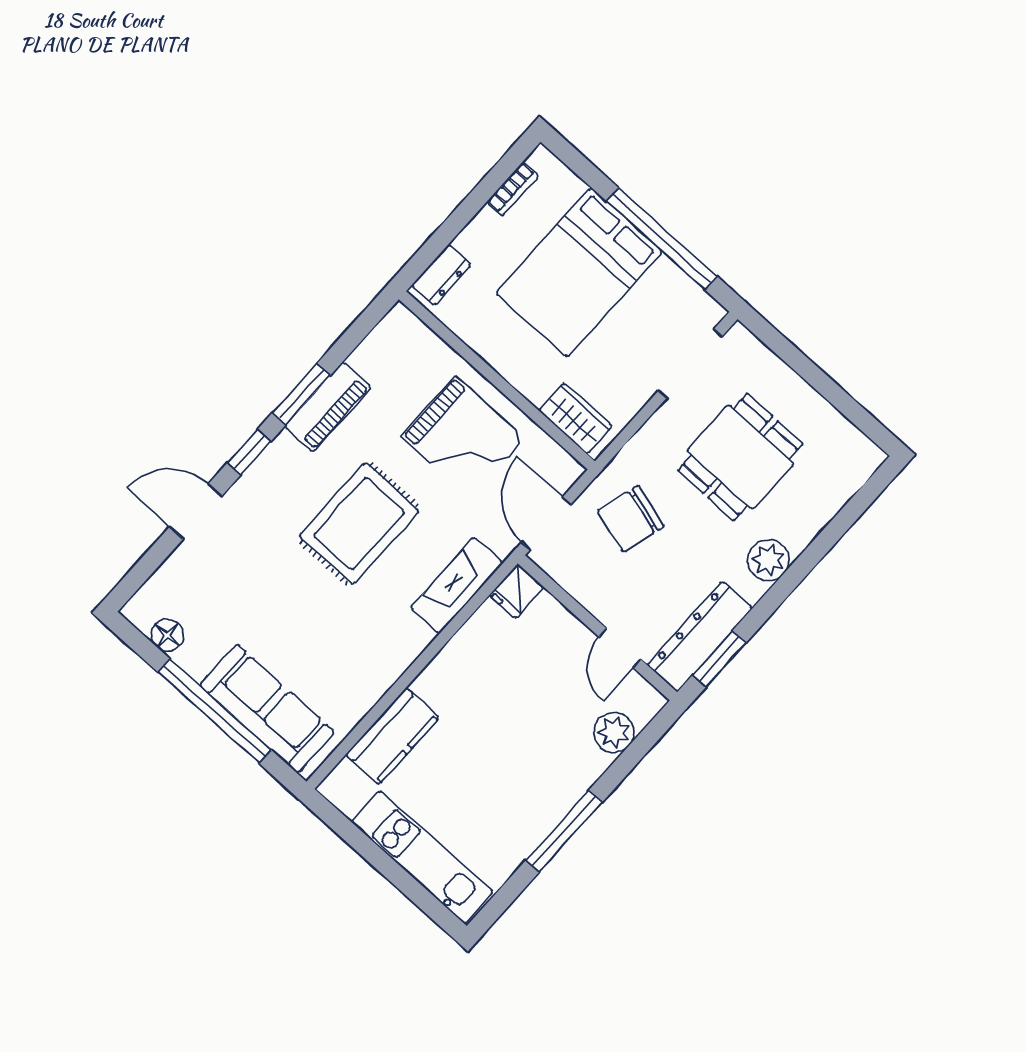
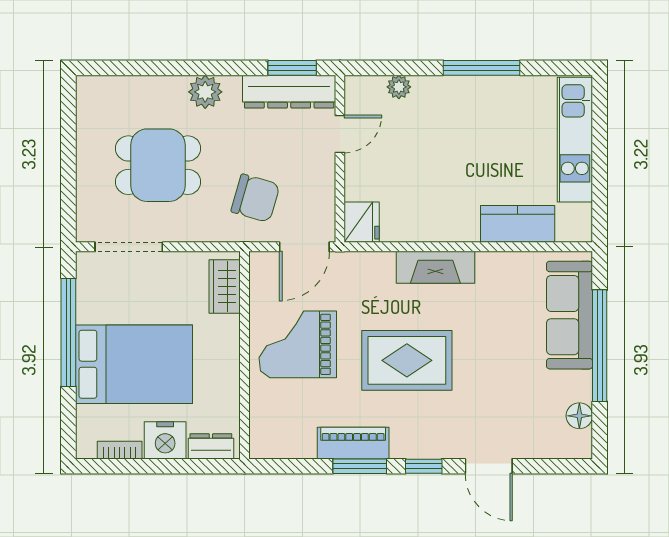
nightstand: (484, 238) -> (165, 440), added
grand piano: (463, 437) -> (298, 344), turned -90
fireplace: (457, 585) -> (435, 267), moved
fridge: (517, 591) -> (362, 222), width x1.38
plant: (614, 733) -> (399, 87), width x0.73, depth x0.73

